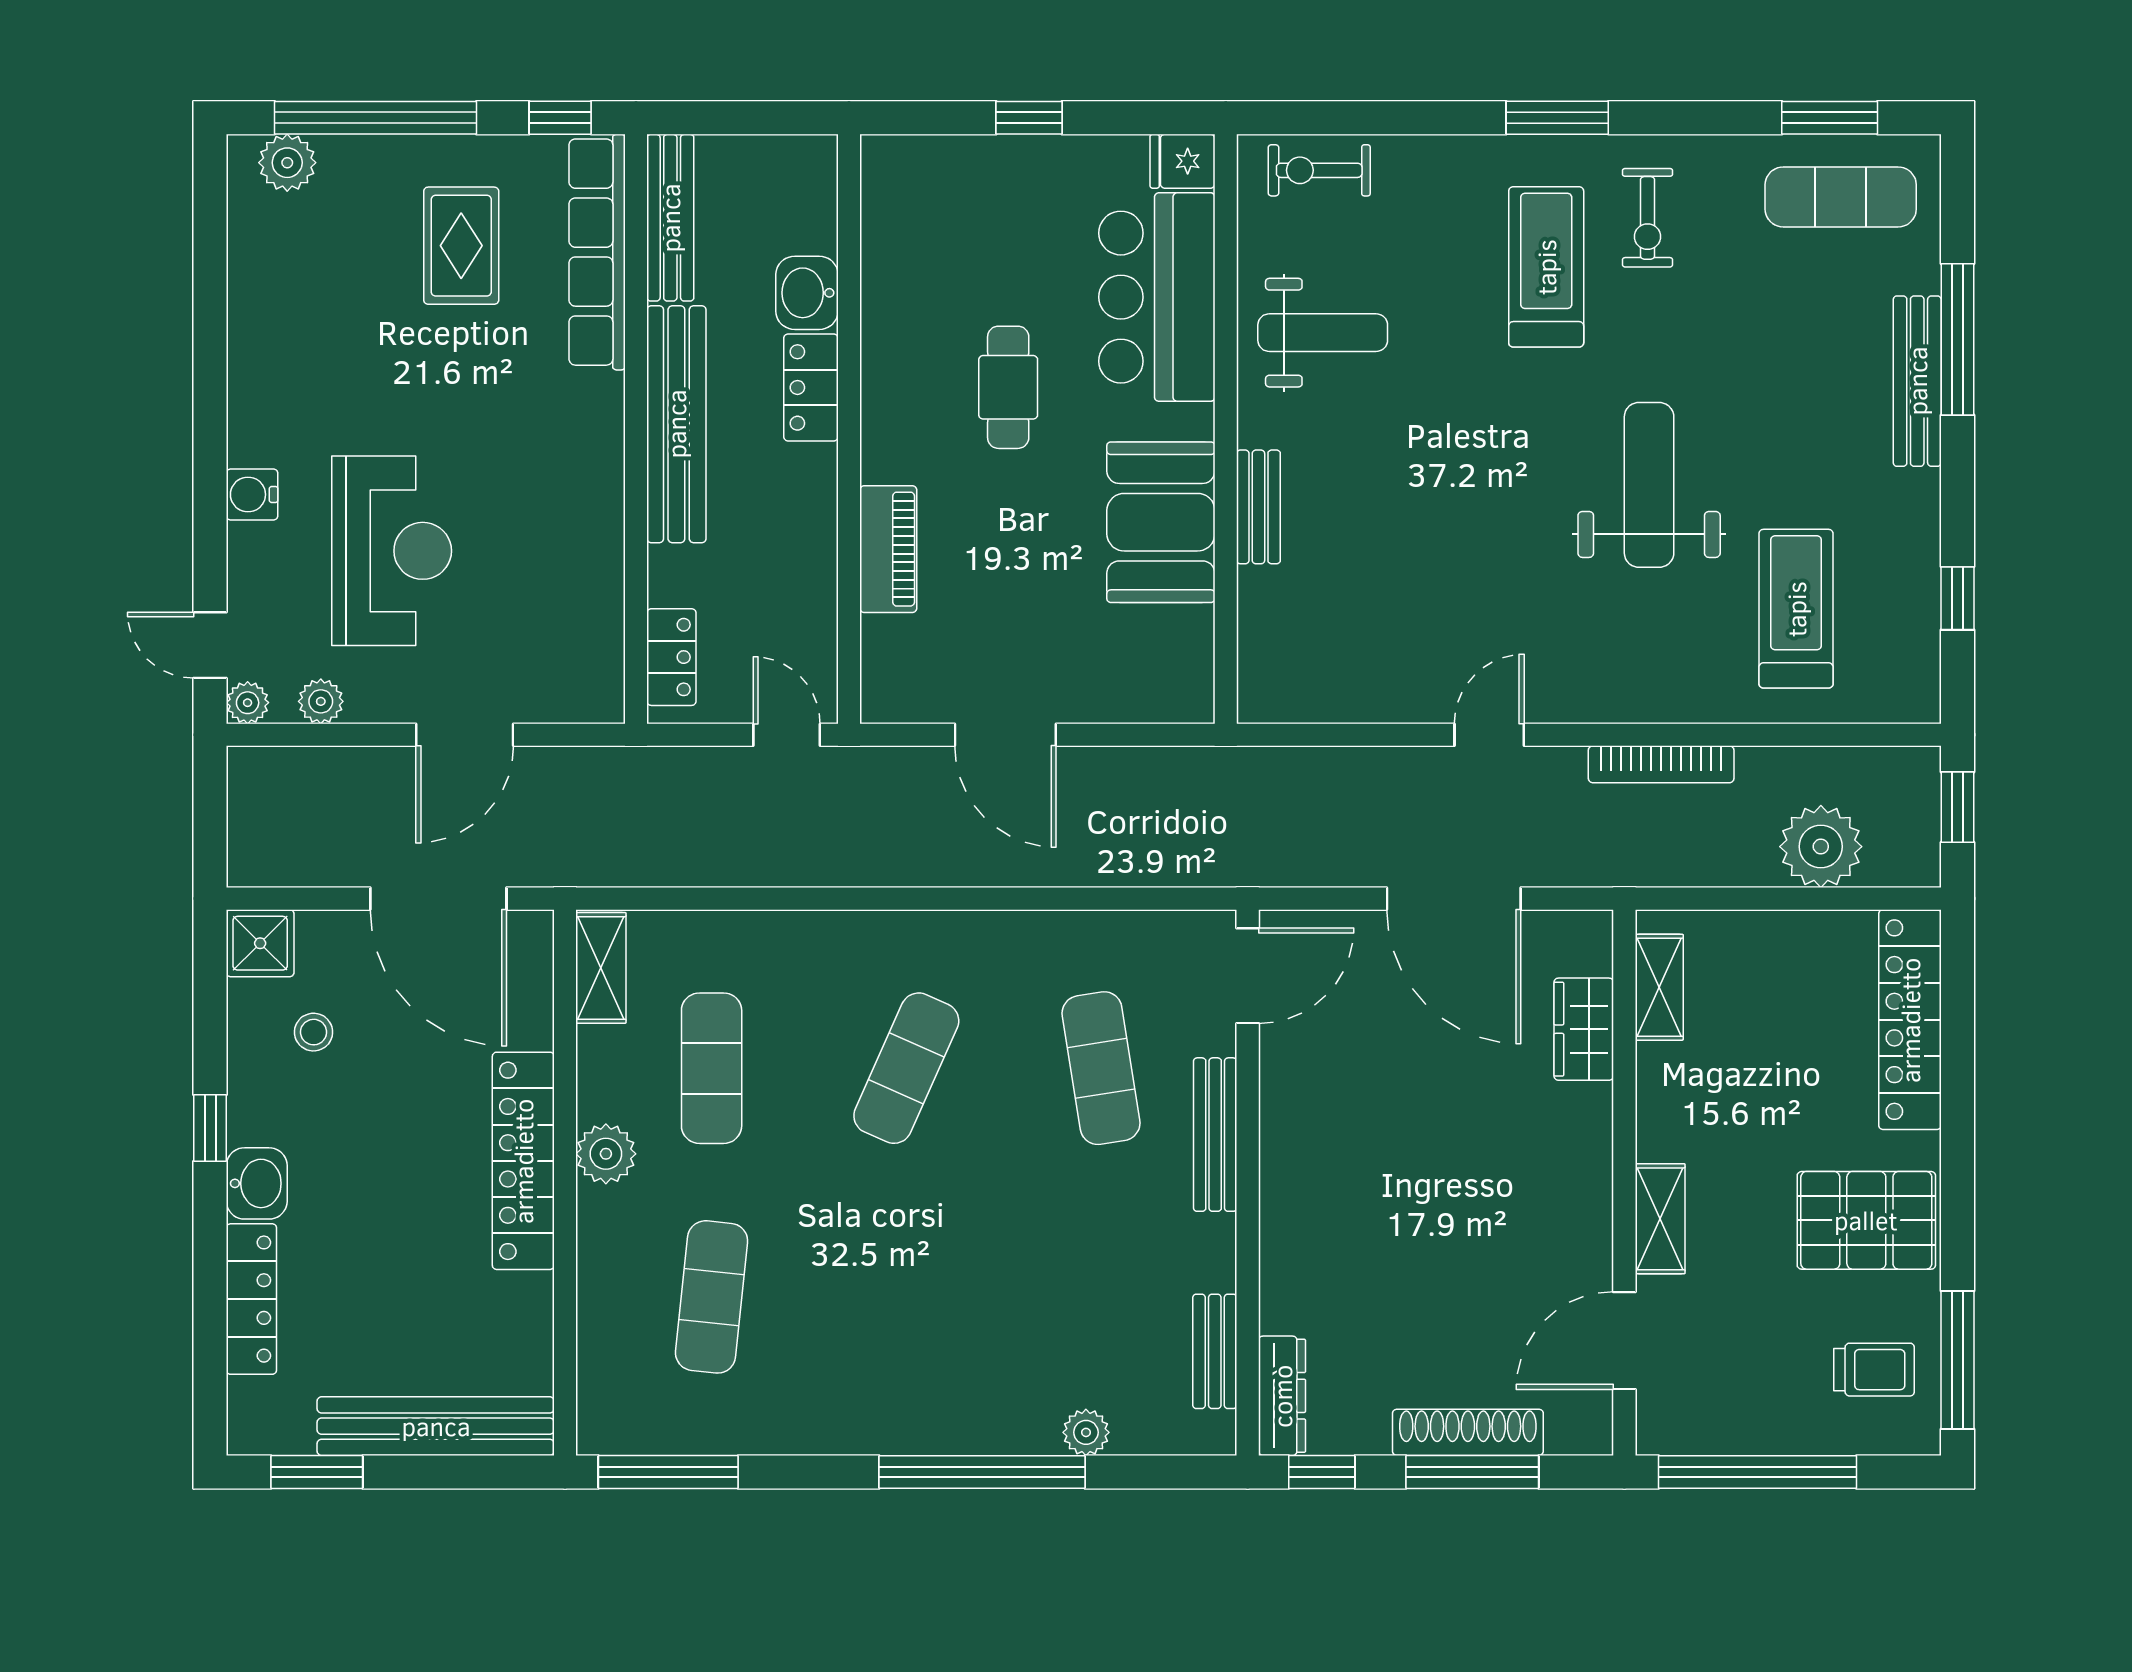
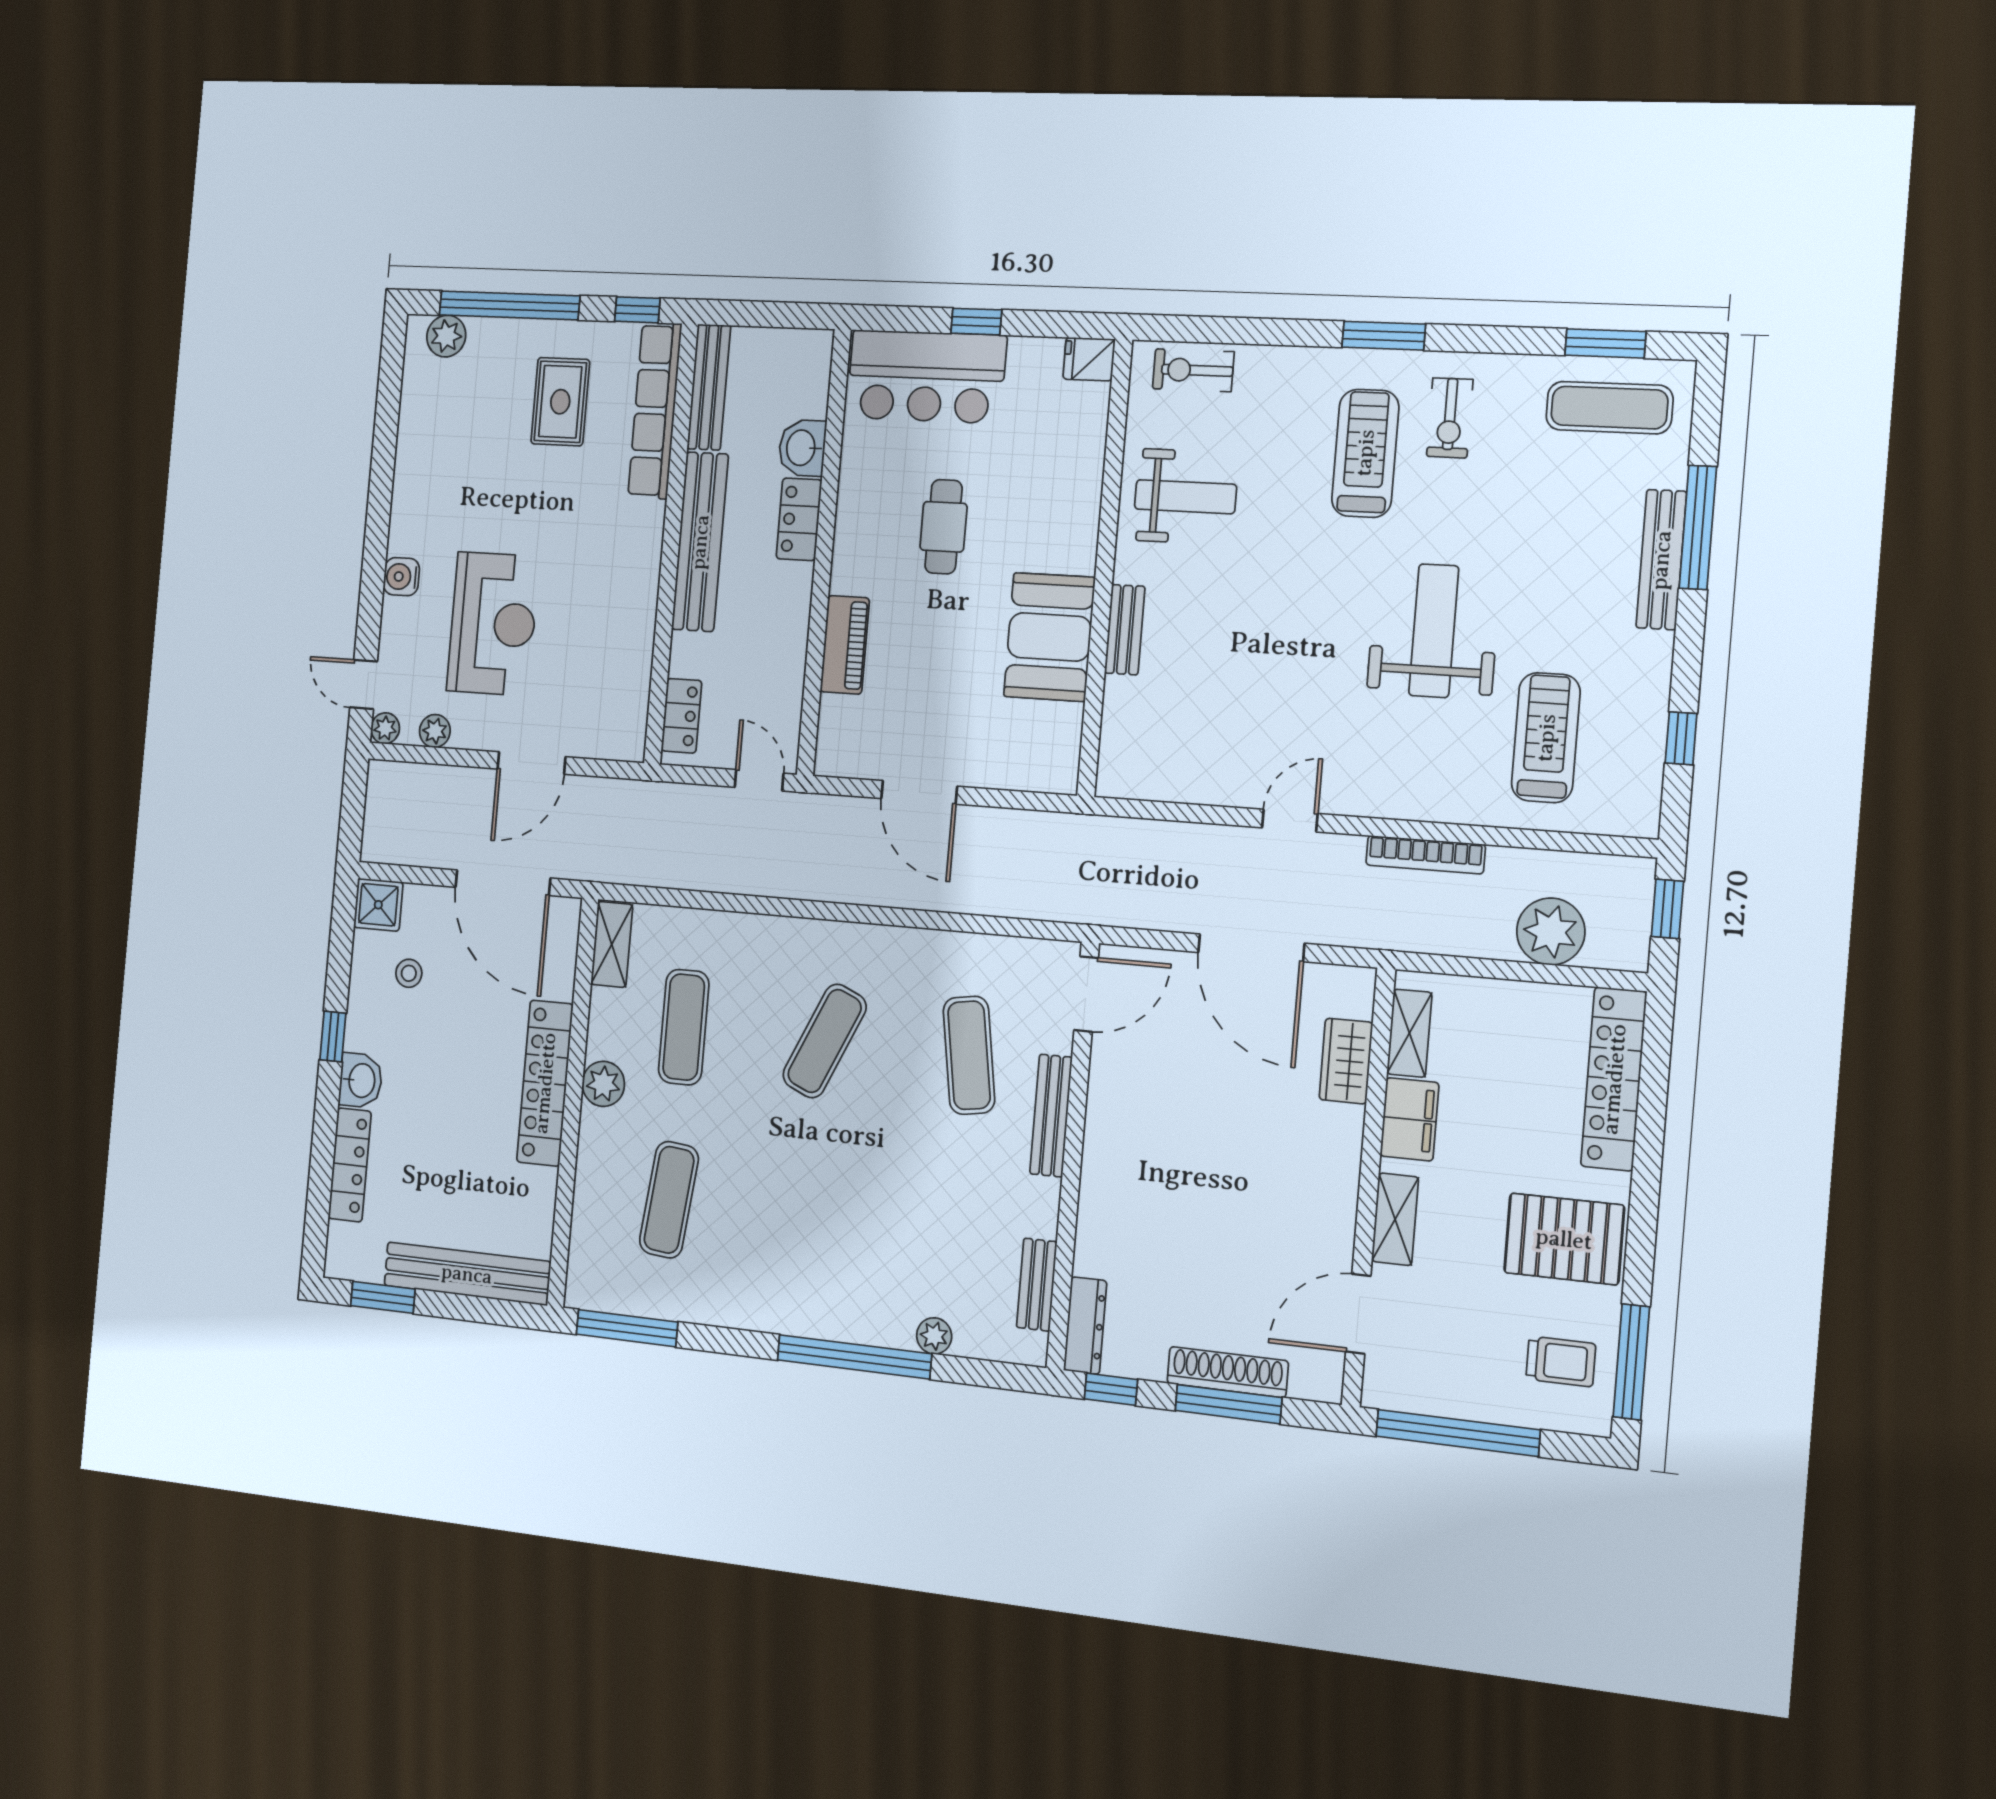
bar counter: (1157, 297) -> (926, 377), moved, turned -90
filing cabinet: (1668, 1094) -> (1410, 1119), added

